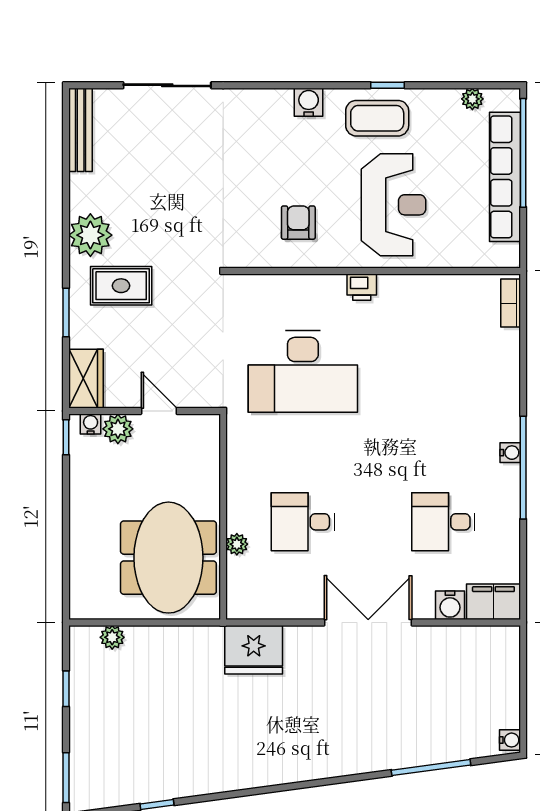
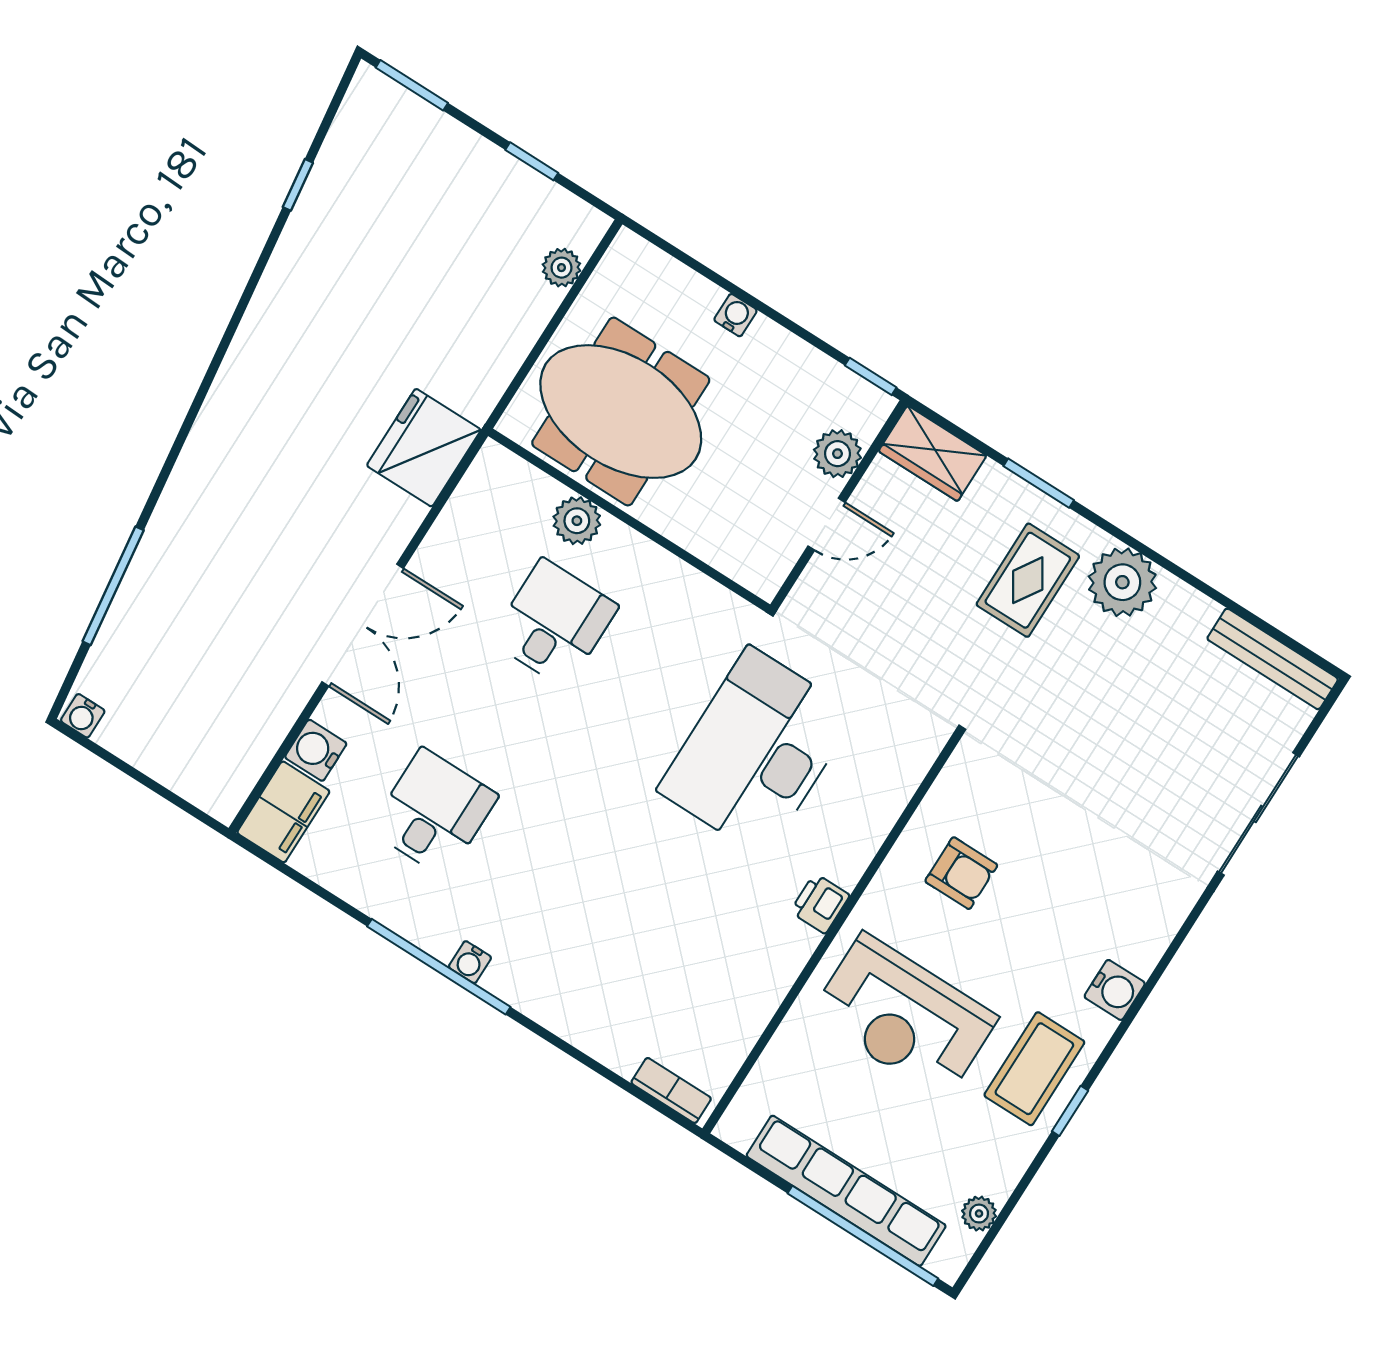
water cooler: (91, 424) -> (735, 315), moved, turned -90
plant: (237, 544) -> (577, 521), width x1.38, depth x1.38

